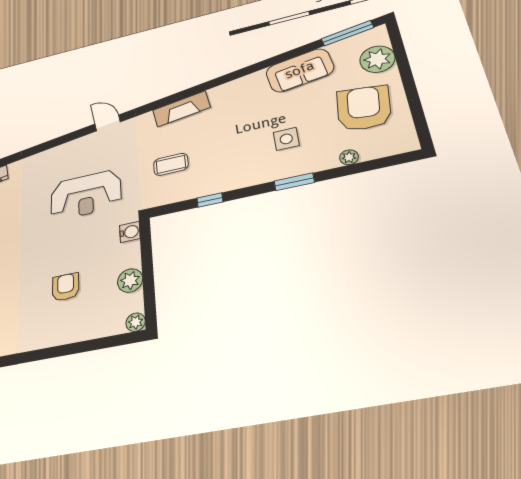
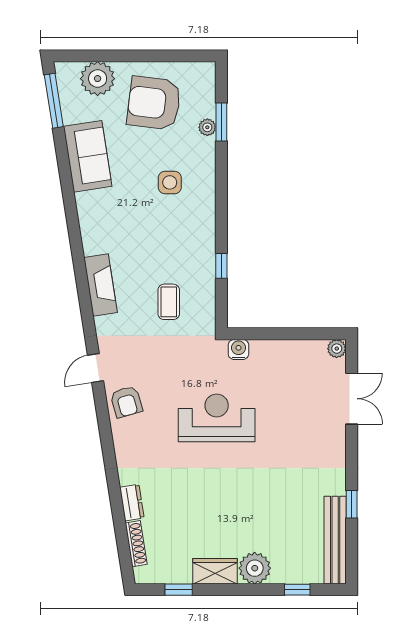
window: (294, 182) -> (221, 122), moved
reception desk: (86, 195) -> (217, 418), moved, turned -90
plant: (130, 280) -> (292, 352), removed
armchair: (66, 287) -> (126, 402), moved, turned -106
double door: (85, 346) -> (352, 399), added

